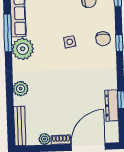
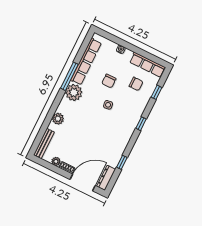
chair: (103, 39) -> (109, 81), moved
dresser: (112, 105) -> (106, 178), moved

